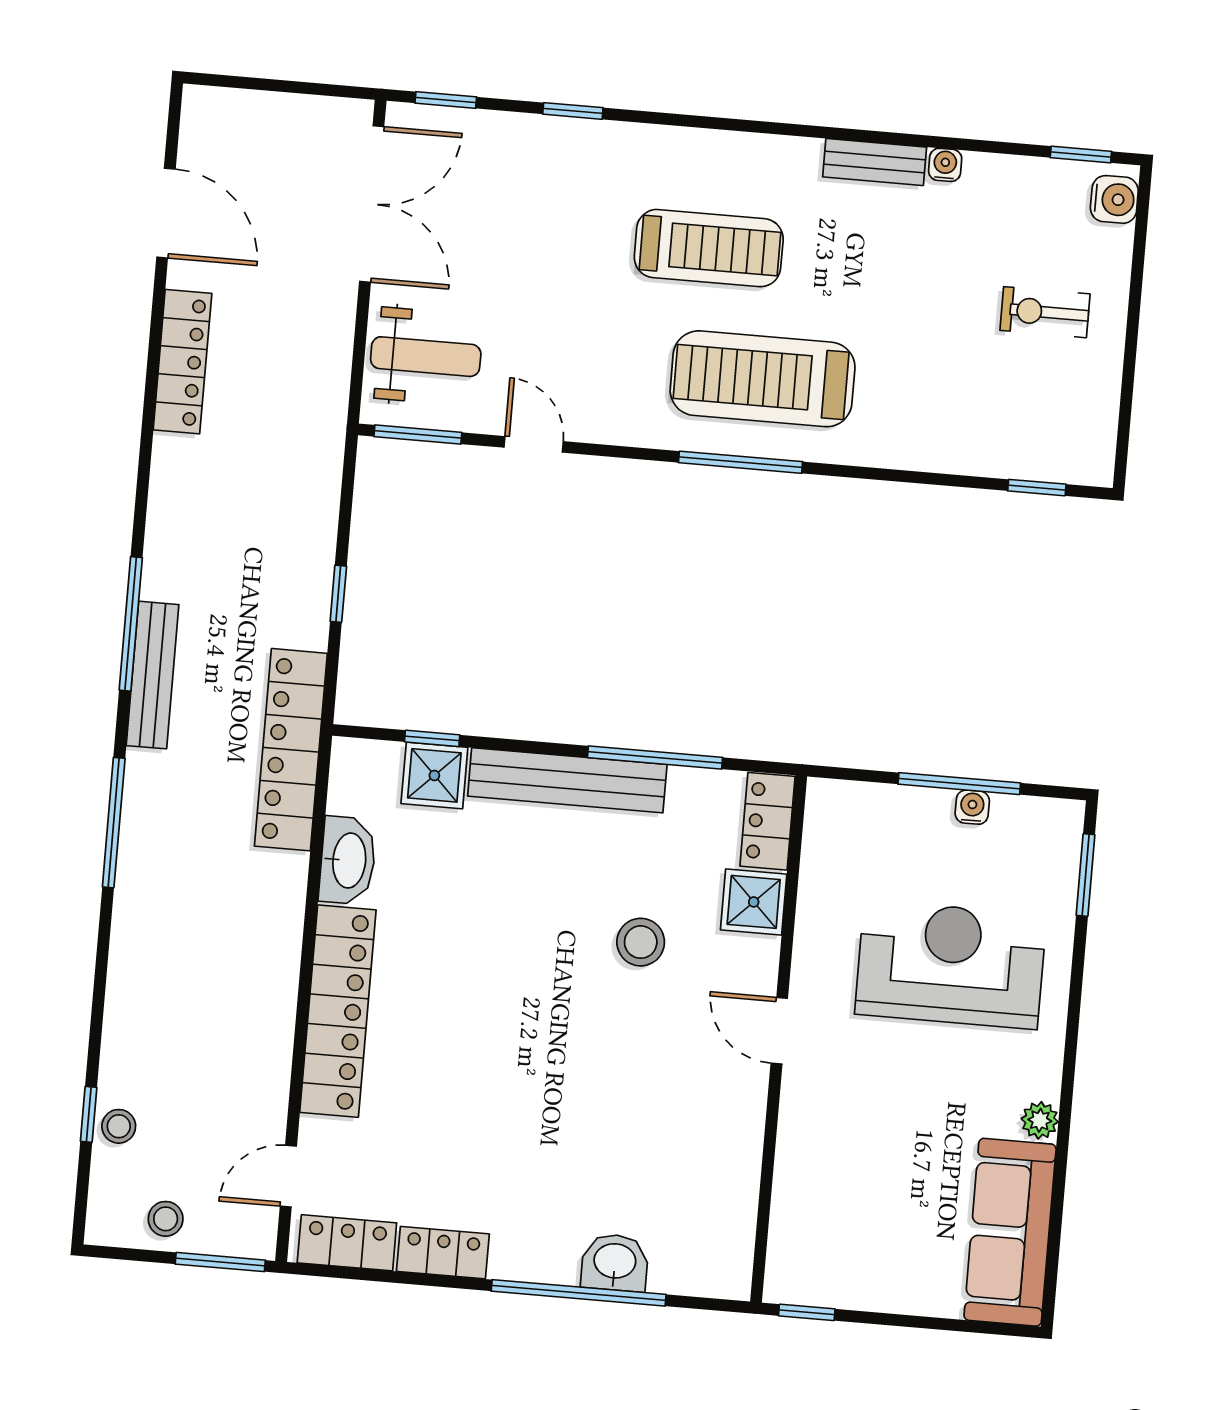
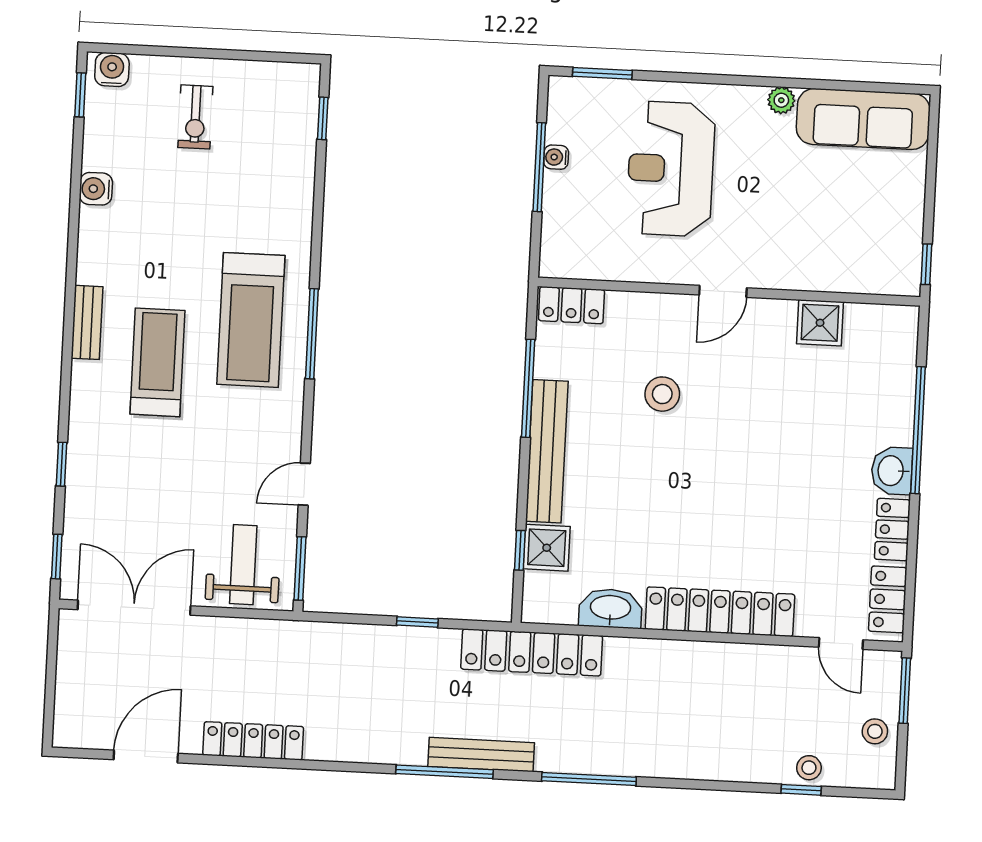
bench: (875, 162) -> (87, 322), moved
water cooler: (945, 165) -> (96, 189), width x1.38, depth x1.38
shower: (754, 902) -> (820, 323), moved
washbasin: (615, 1262) -> (892, 471), moved

